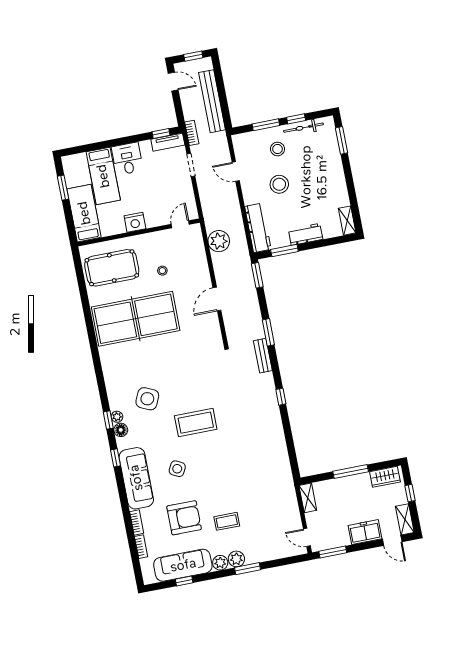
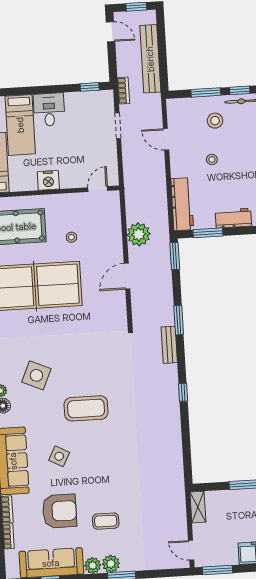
tv unit: (168, 142) -> (96, 97), removed
stool: (279, 184) -> (212, 160), width x0.53, depth x0.53
plant: (219, 241) -> (139, 234), moved

